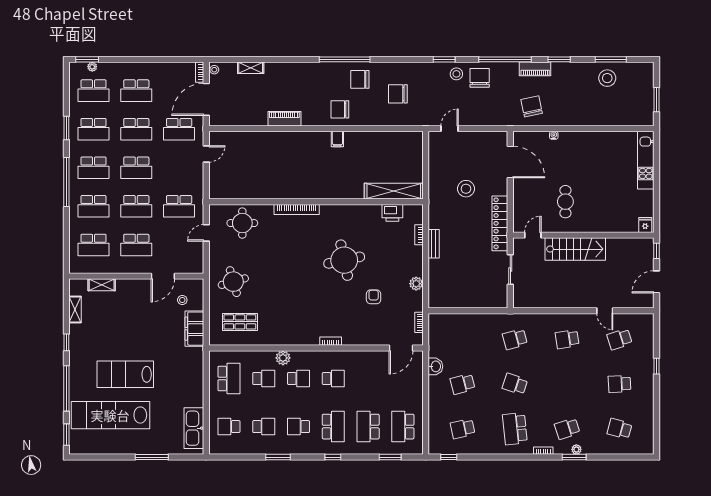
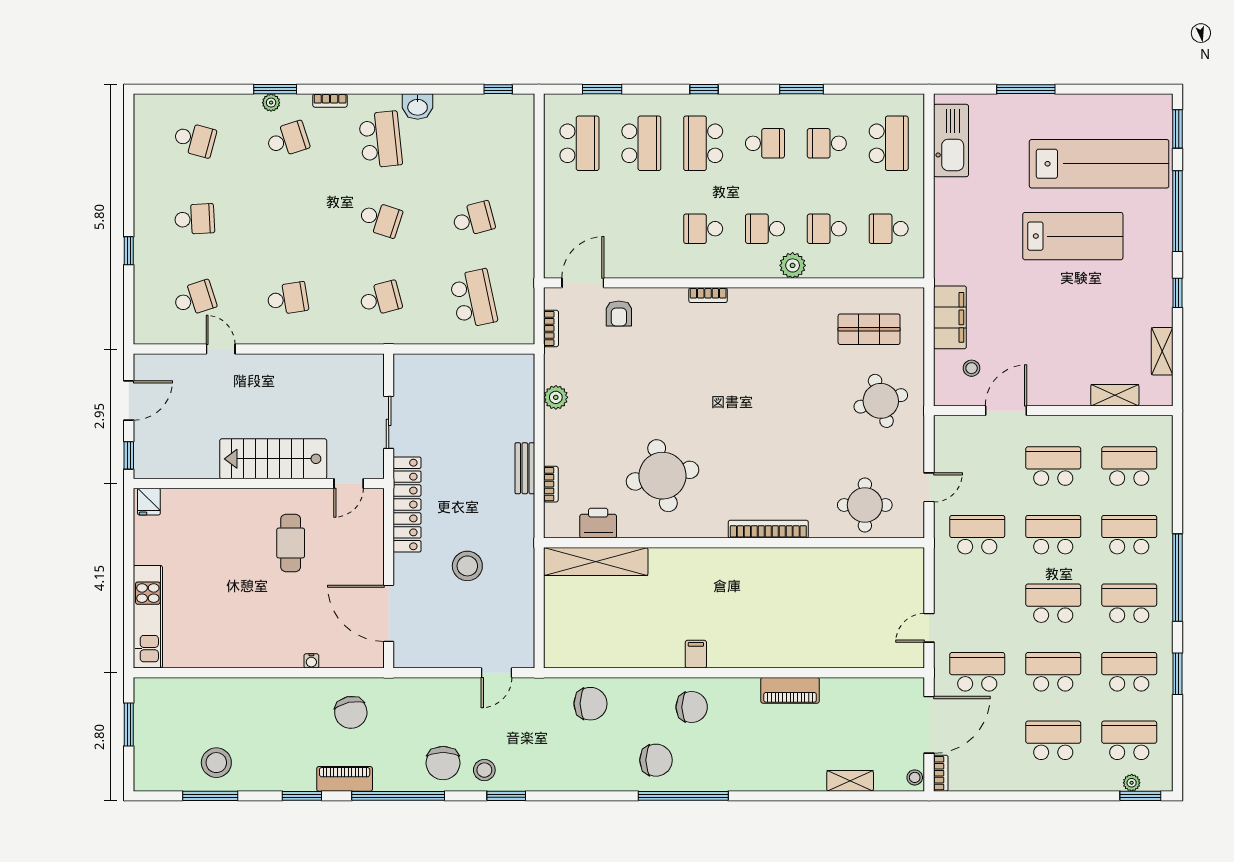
chair: (398, 94) -> (590, 704), moved
round table: (344, 260) -> (662, 476), moved
armchair: (374, 297) -> (619, 314), moved
washbasin: (435, 366) -> (418, 107), moved, turned -90
school desk: (229, 378) -> (889, 229), width x0.54
school desk: (229, 427) -> (889, 143), width x1.85
school desk: (463, 429) -> (473, 299), moved, width x1.85

